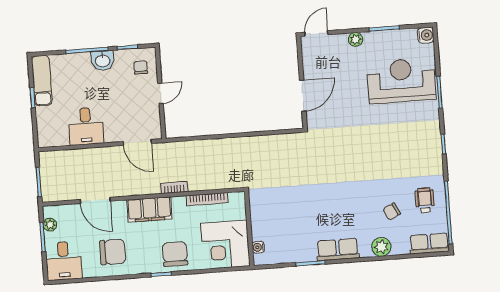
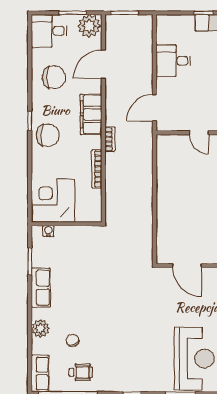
plant: (50, 225) -> (89, 26), width x1.88, depth x1.88
wall: (249, 228) -> (67, 224), moved
corner desk: (225, 245) -> (53, 201), moved
water cooler: (258, 247) -> (48, 231), moved
chair: (113, 252) -> (54, 77), turned -90

